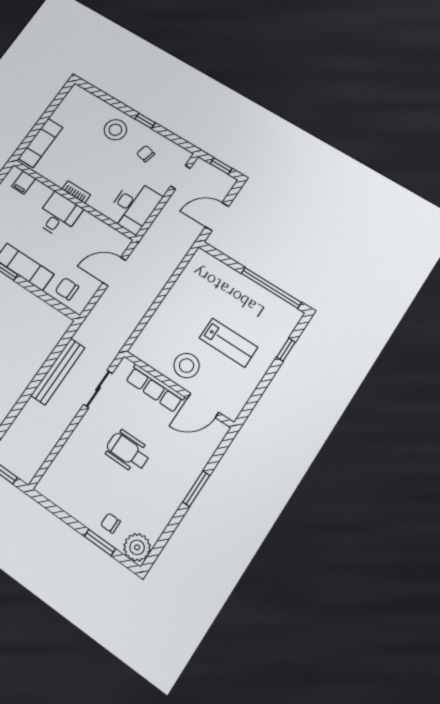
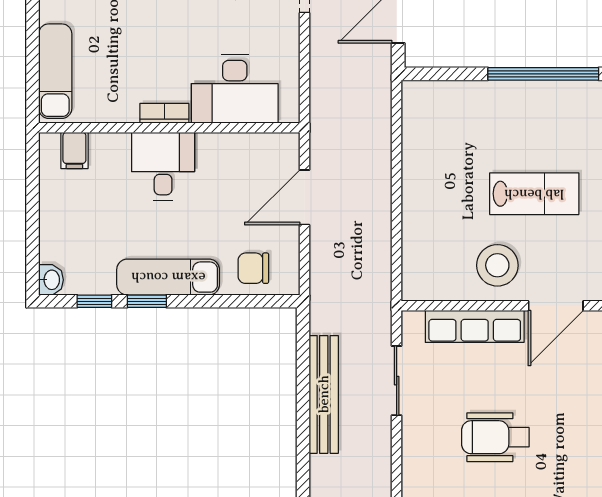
desk: (134, 206) -> (235, 89), moved, turned 90

